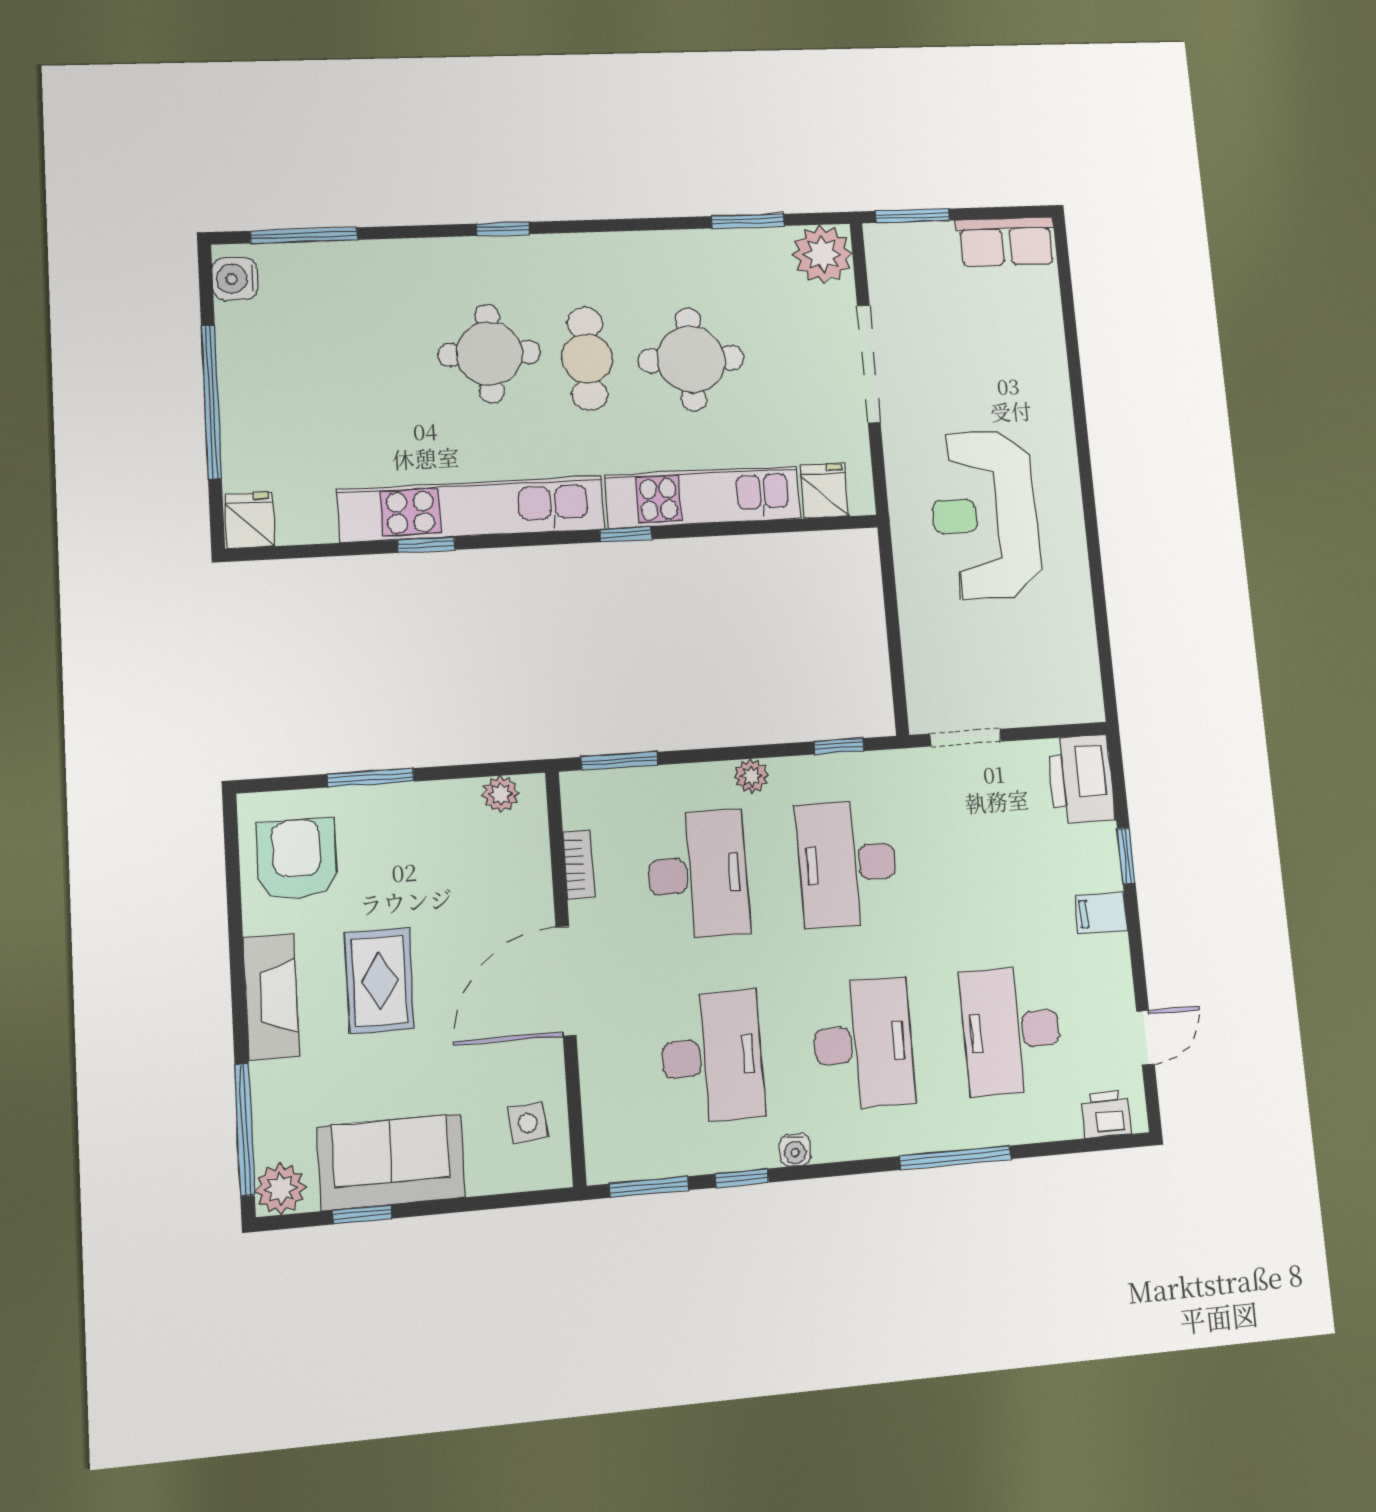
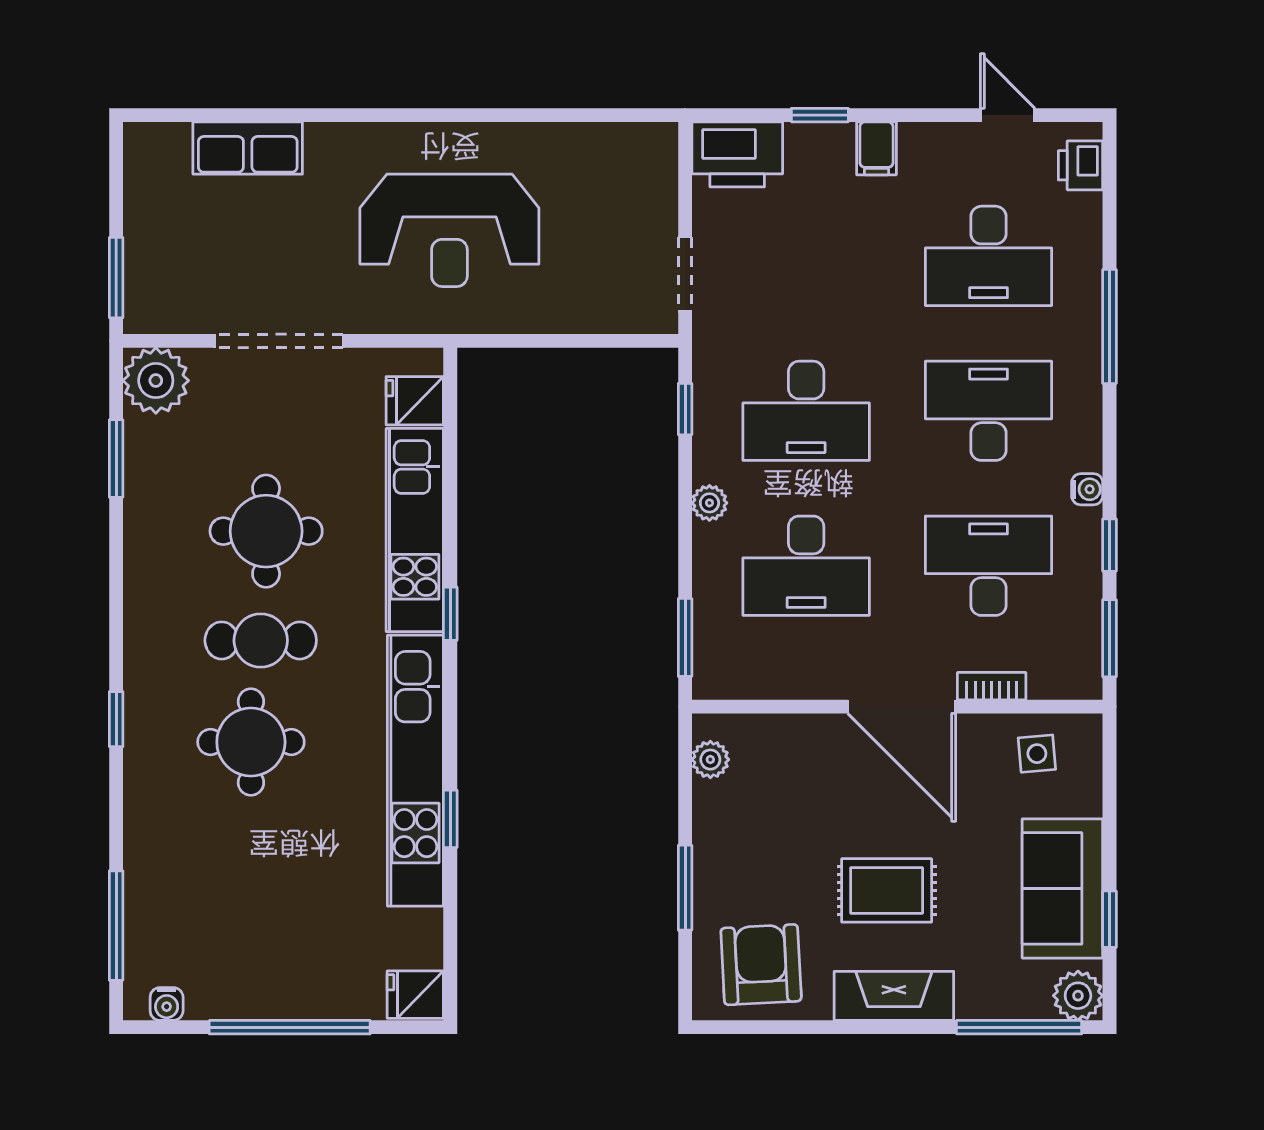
row of seats: (1006, 242) -> (248, 148), moved, turned 90
water cooler: (235, 279) -> (167, 1004), width x0.72, depth x0.72
armchair: (297, 859) -> (761, 965), turned 87
bookcase: (578, 865) -> (992, 686), moved
desk: (698, 875) -> (806, 566), turned 180

